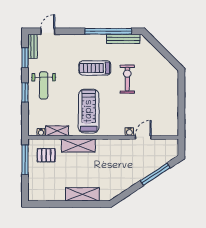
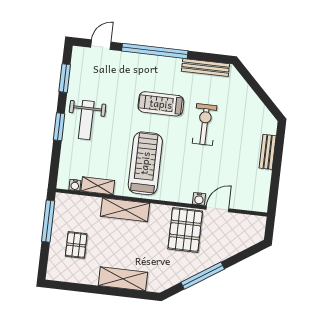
window: (108, 31) -> (155, 51), moved
bench: (33, 46) -> (268, 152), moved
pallet: (46, 155) -> (76, 245), moved, turned 90
pallet: (122, 155) -> (185, 230), added
window: (155, 174) -> (203, 276), moved

